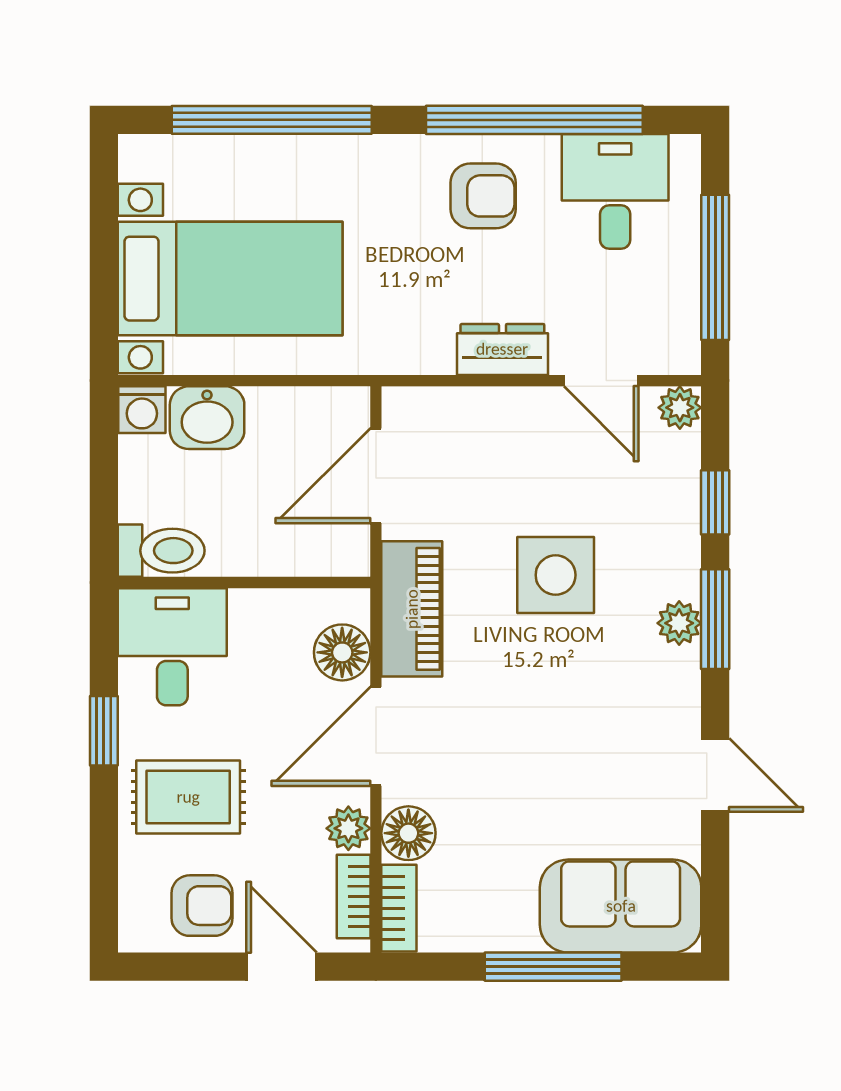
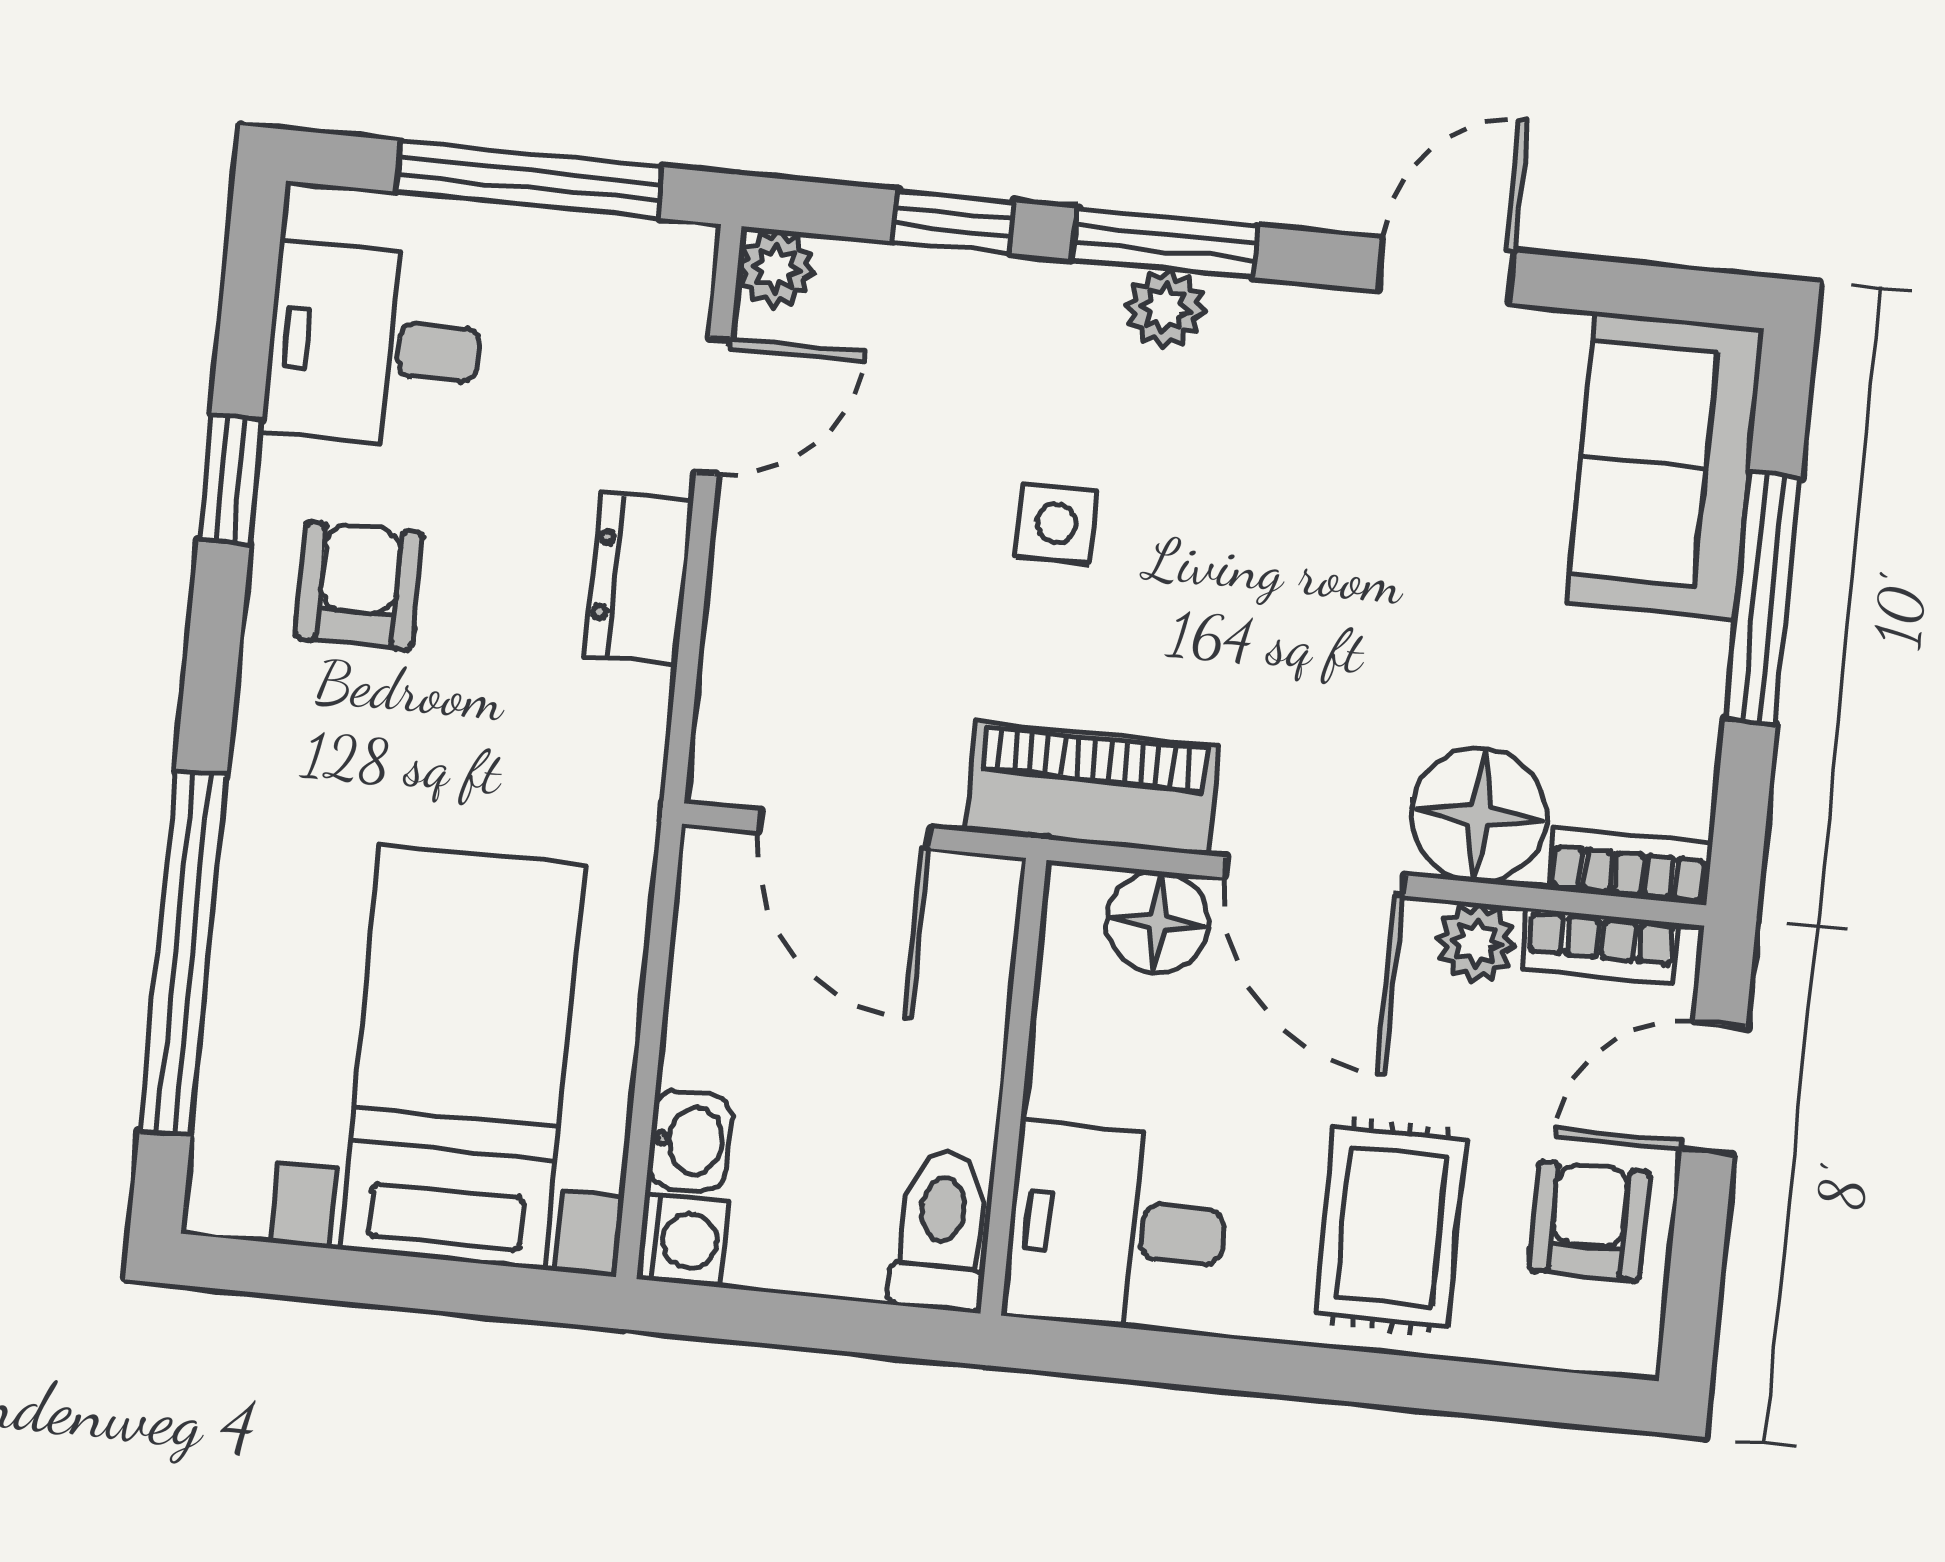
window: (534, 120) -> (230, 479), width x0.32
washbasin: (207, 418) -> (690, 1141), width x0.72, depth x0.69
side table: (556, 575) -> (1056, 523), width x0.54, depth x0.54
window: (104, 731) -> (1256, 1367), removed
floor lamp: (408, 833) -> (1479, 815), width x1.38, depth x1.38

